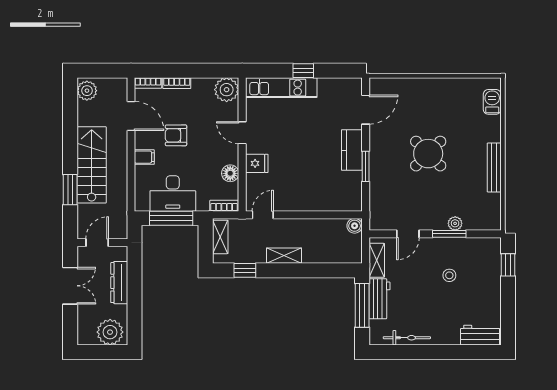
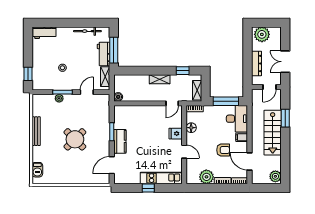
plant: (227, 90) -> (206, 177), moved
desk: (173, 193) -> (237, 119), moved, turned 90

